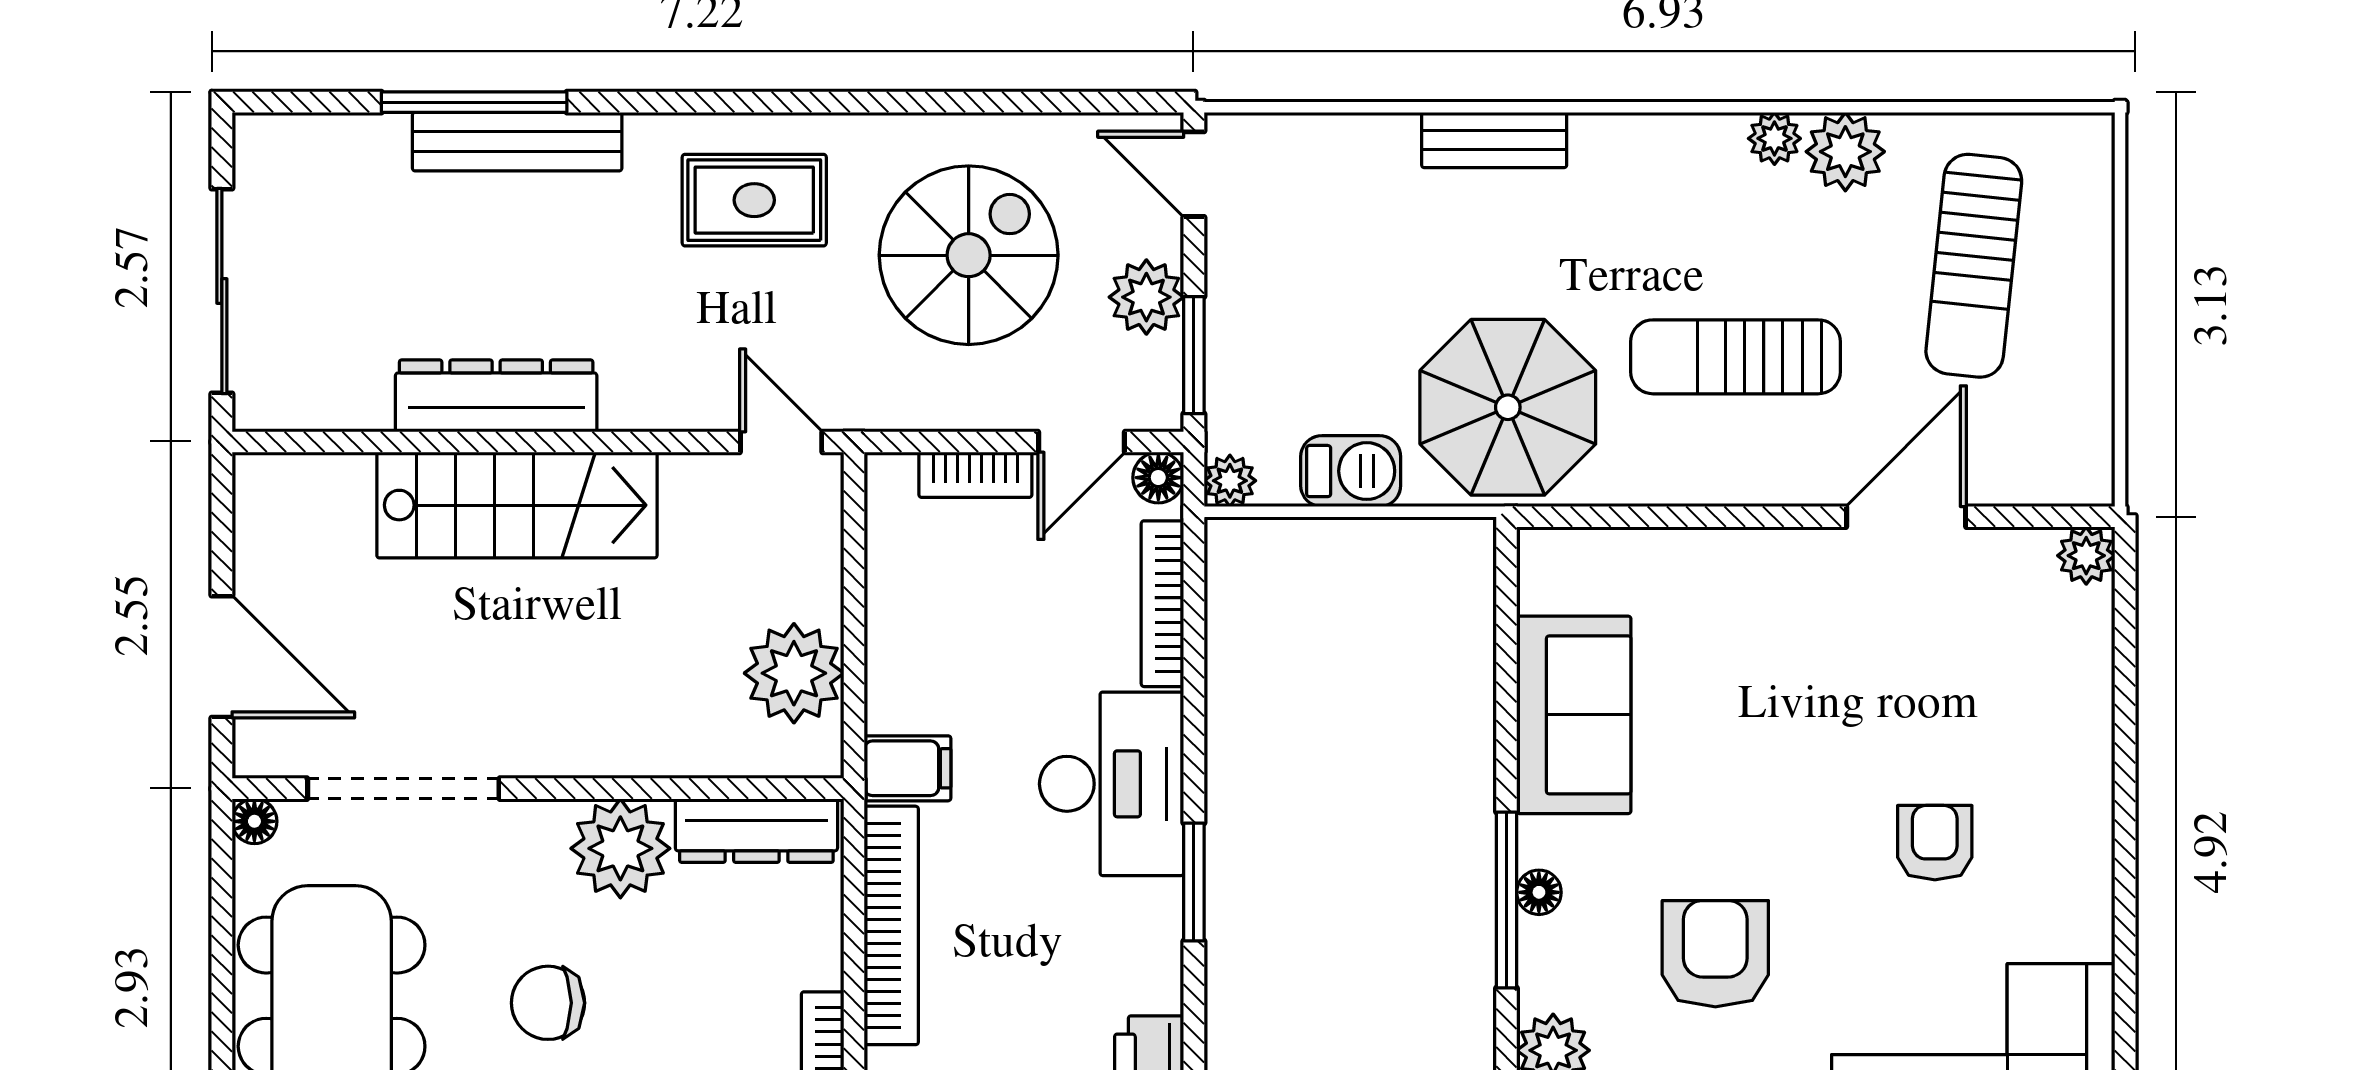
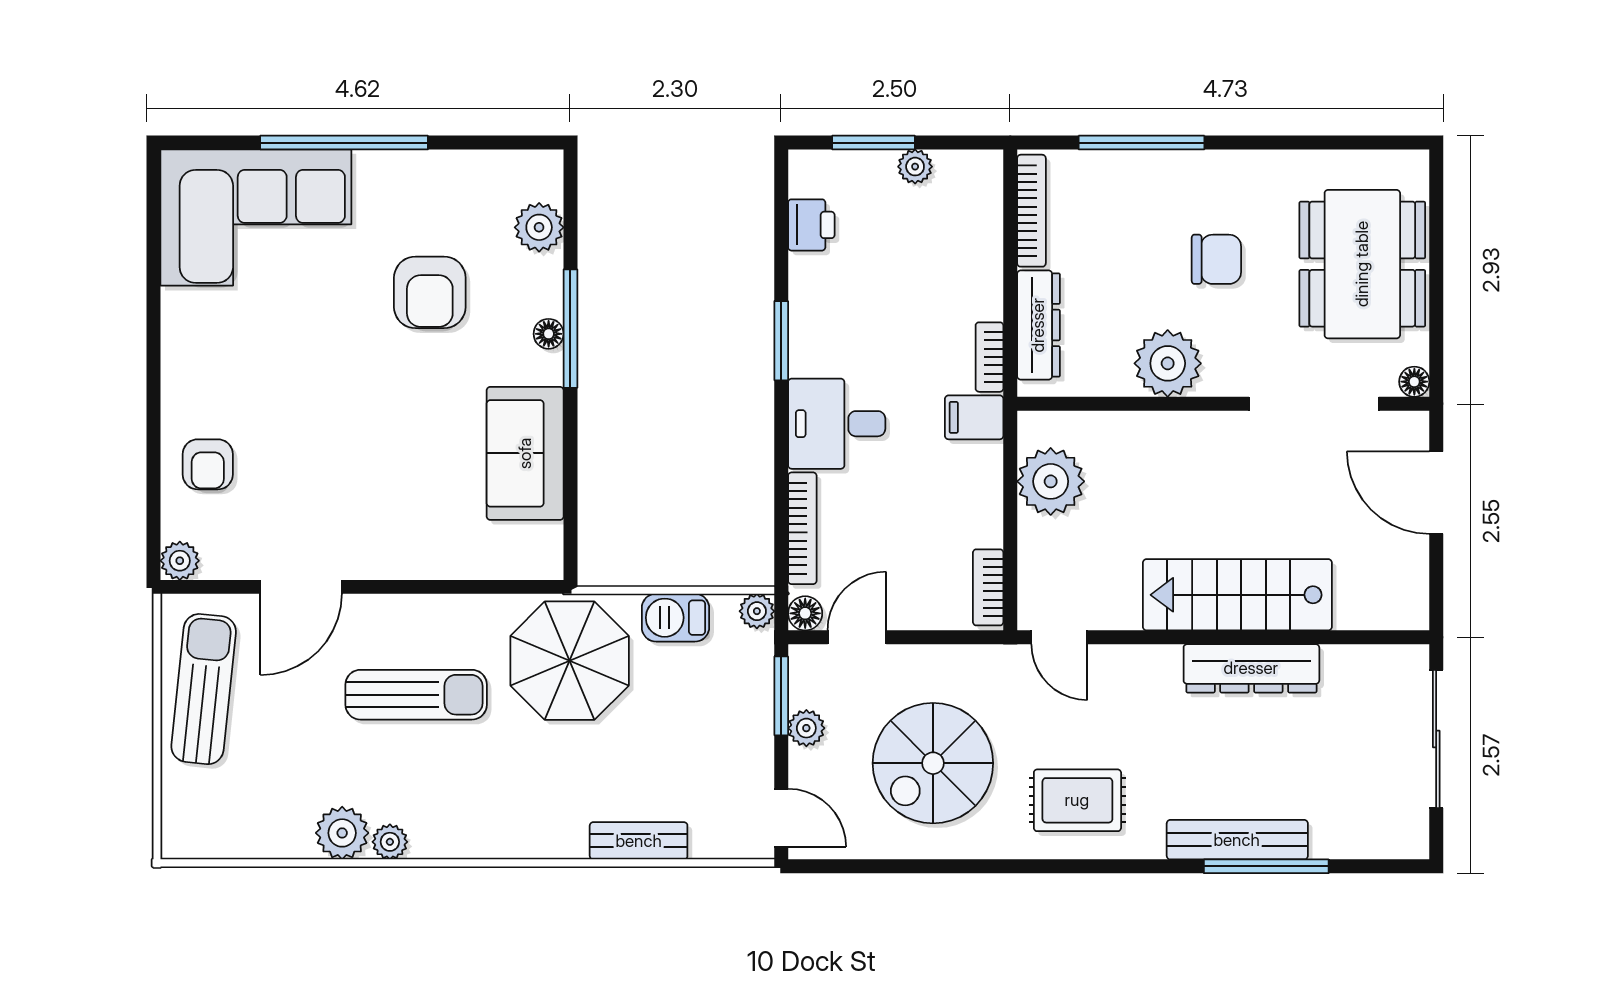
bench: (1494, 140) -> (639, 841), moved
sun lounger: (1974, 266) -> (204, 689), moved
plant: (1146, 297) -> (806, 728), width x0.73, depth x0.73
bookcase: (975, 475) -> (988, 587), moved, turned -90
desk: (1112, 784) -> (837, 424), width x0.73
dresser: (756, 831) -> (1038, 325), moved, turned 90
armchair: (1935, 843) -> (208, 464), moved
bookcase: (891, 925) -> (989, 357), width x0.43, depth x0.76

